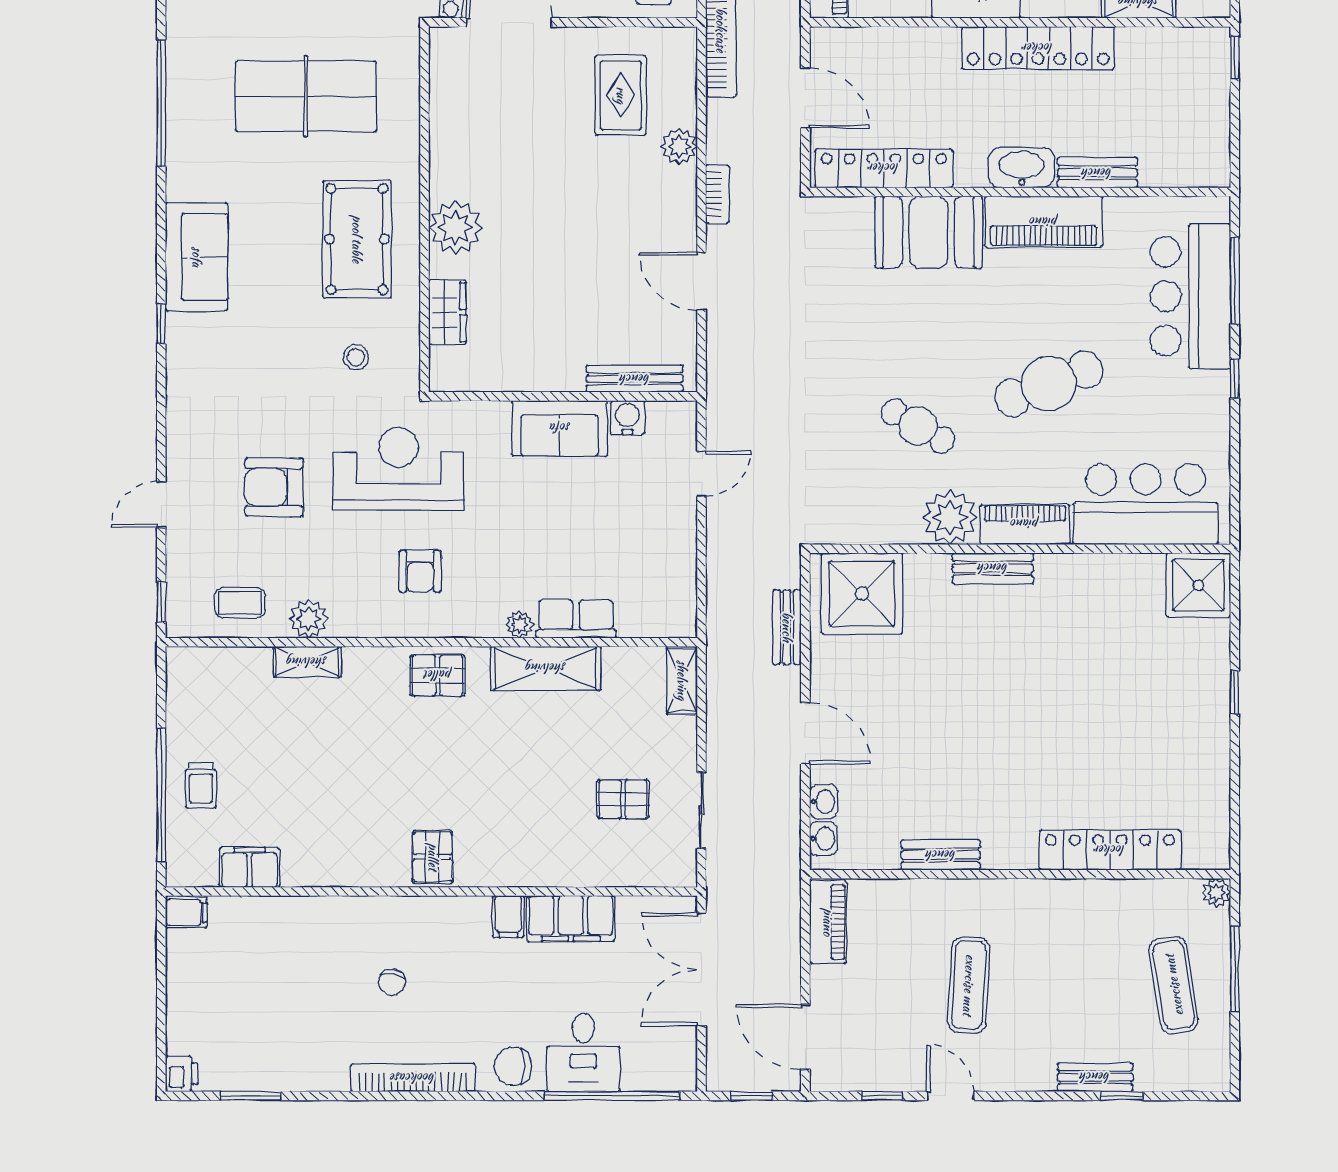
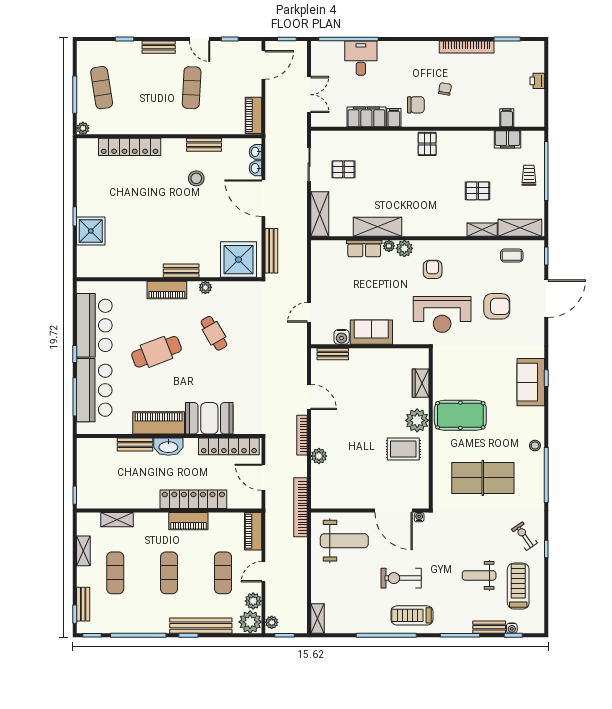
locker: (1038, 48) -> (193, 499), moved
rug: (621, 95) -> (403, 449), moved, turned 90
bookcase: (717, 194) -> (302, 435), width x1.56
pool table: (357, 239) -> (460, 415), turned 90
sofa: (197, 257) -> (531, 382), moved
stool: (356, 357) -> (535, 446), moved
bench: (635, 379) -> (333, 354), width x0.73
cafe table: (918, 426) -> (214, 333), turned 30
bar counter: (1146, 504) -> (94, 325), moved, turned -90
door: (161, 505) -> (546, 299), width x1.88
plant: (950, 517) -> (205, 287), width x0.53, depth x0.53
shower: (1198, 585) -> (91, 231), moved
plant: (309, 619) -> (404, 248), moved
bench: (787, 627) -> (271, 251), width x1.36
shelving: (221, 666) -> (520, 228), added
pallet: (438, 675) -> (478, 191), moved
shelving: (682, 680) -> (320, 214), width x1.50, depth x1.33
door: (805, 733) -> (263, 198), width x1.36
stool: (958, 779) -> (196, 178), added
filing cabinet: (186, 912) -> (507, 118), moved, turned 90
double door: (701, 969) -> (309, 95), width x0.73
door: (805, 1037) -> (263, 65), hinge flipped
chair: (513, 1066) -> (416, 105), moved
printer: (182, 1074) -> (537, 81), moved
bench: (1095, 1077) -> (159, 47), moved
bookcase: (413, 1078) -> (467, 47), moved

